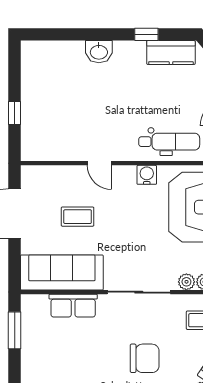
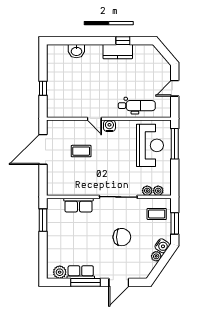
washbasin: (99, 52) -> (76, 51), moved
kitchen counter: (171, 52) -> (118, 52), moved
water cooler: (147, 175) -> (109, 126), moved
sofa: (62, 273) -> (72, 185), removed

